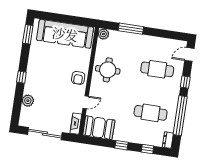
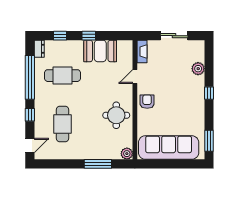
cafe table: (157, 69) -> (62, 124), turned 90
booth: (99, 128) -> (100, 51), moved
sliding door: (45, 134) -> (174, 36), width x0.73

